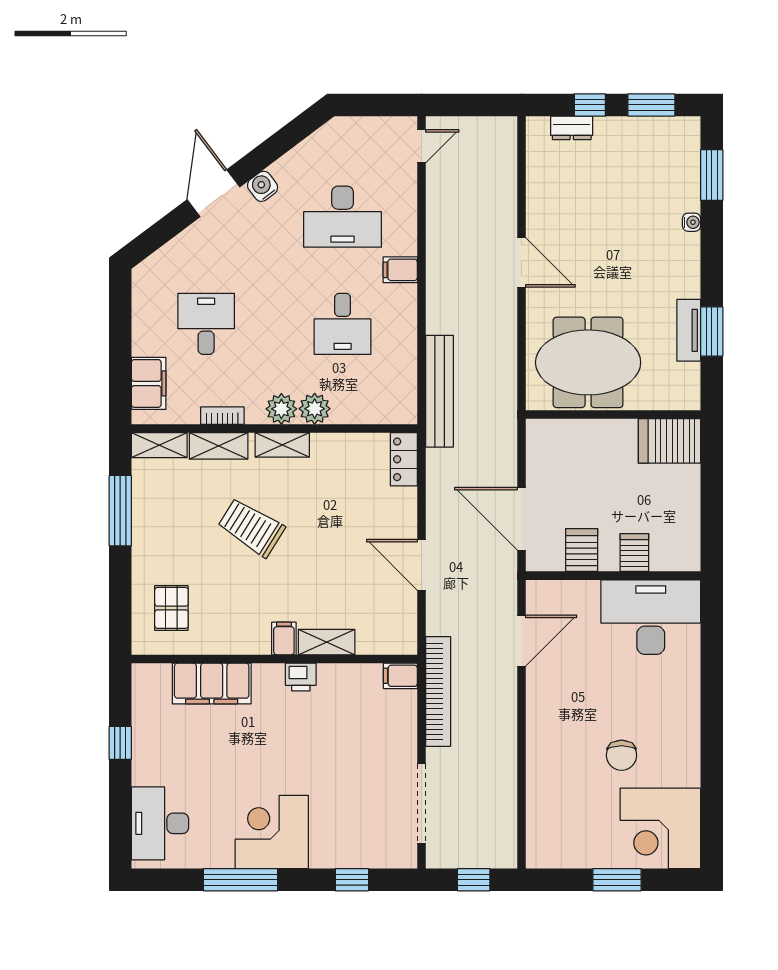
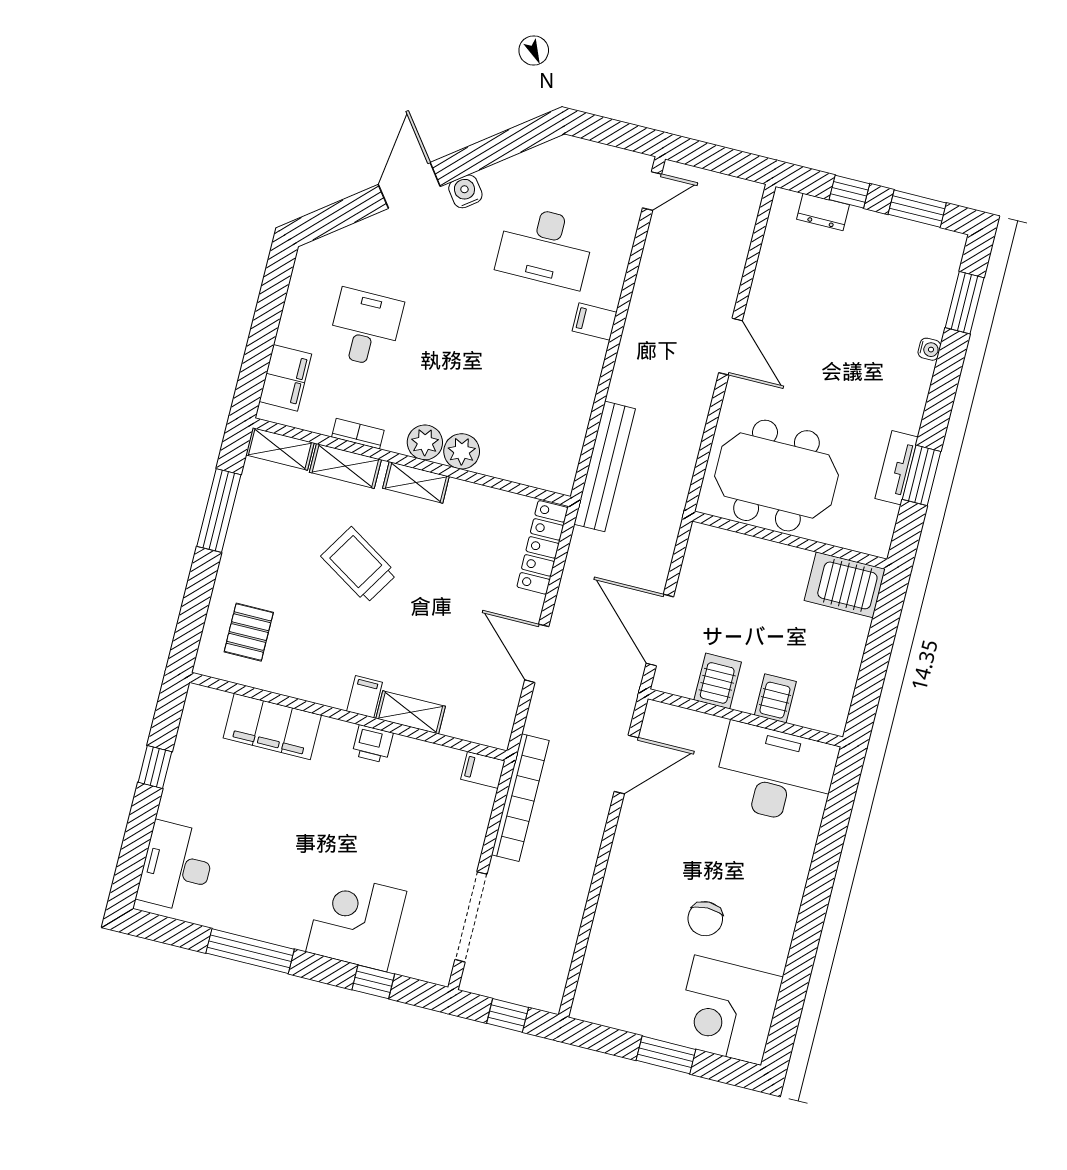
desk: (343, 324) -> (516, 365), removed
locker: (404, 459) -> (542, 547), width x1.53
corner desk: (272, 832) -> (356, 922), moved

